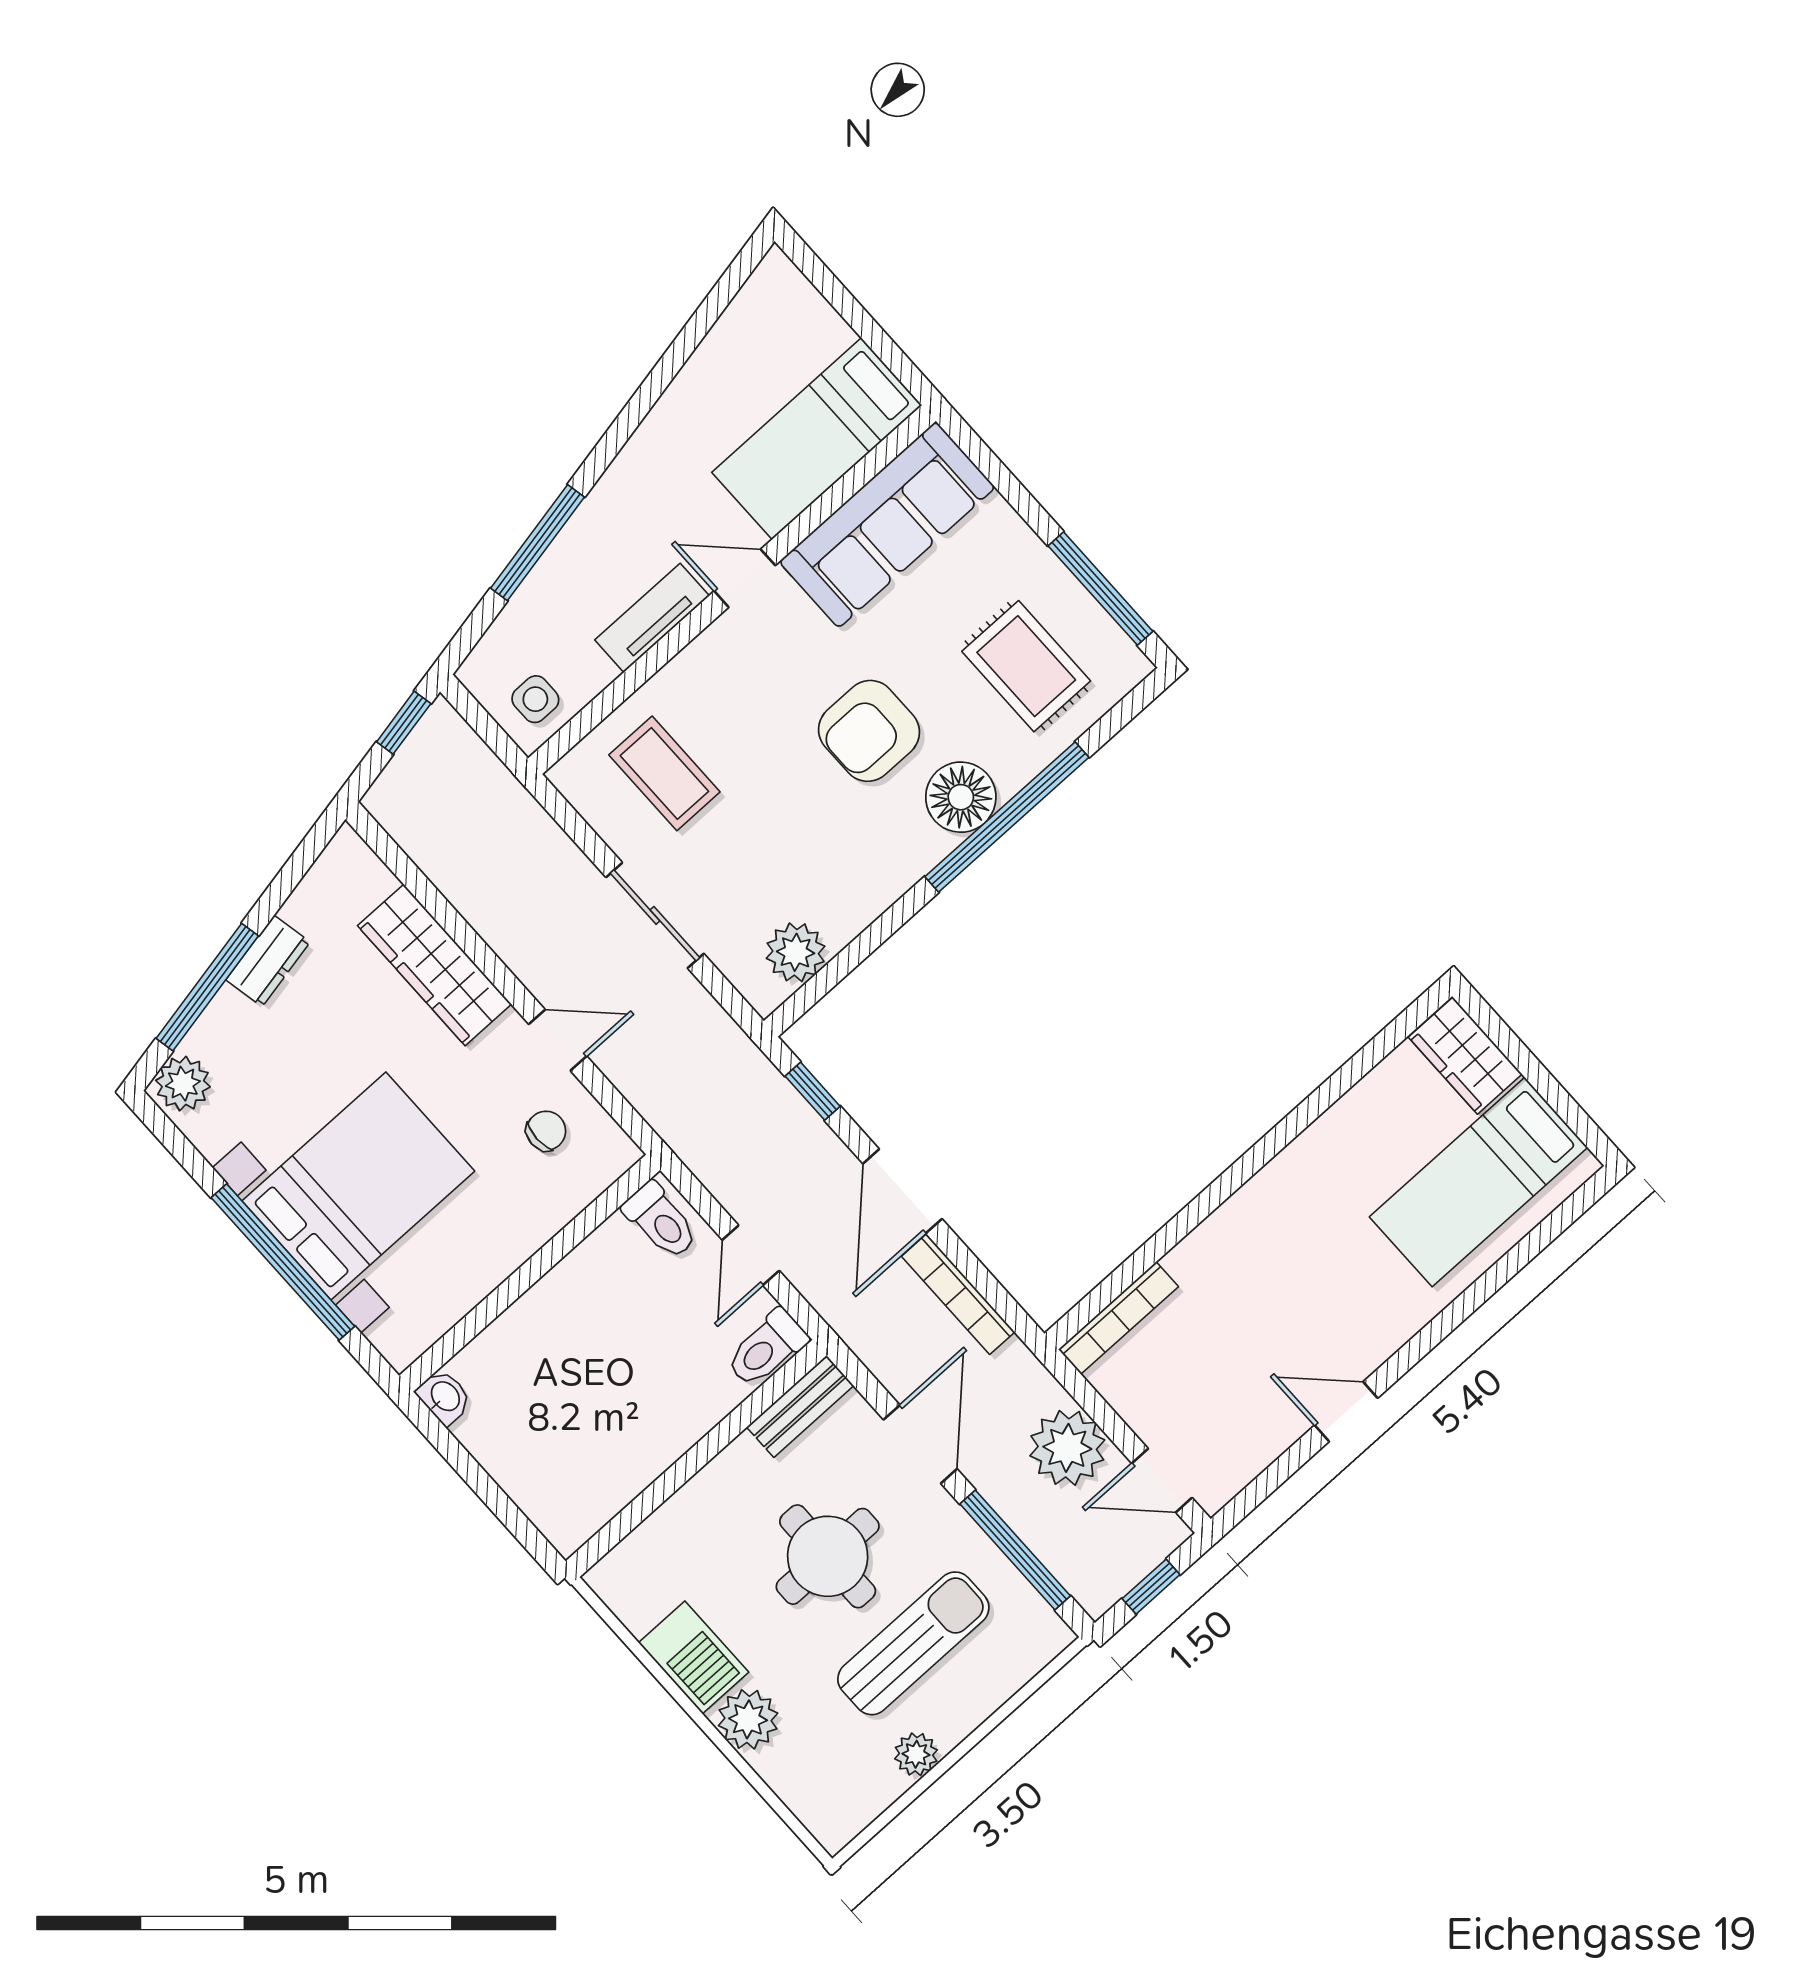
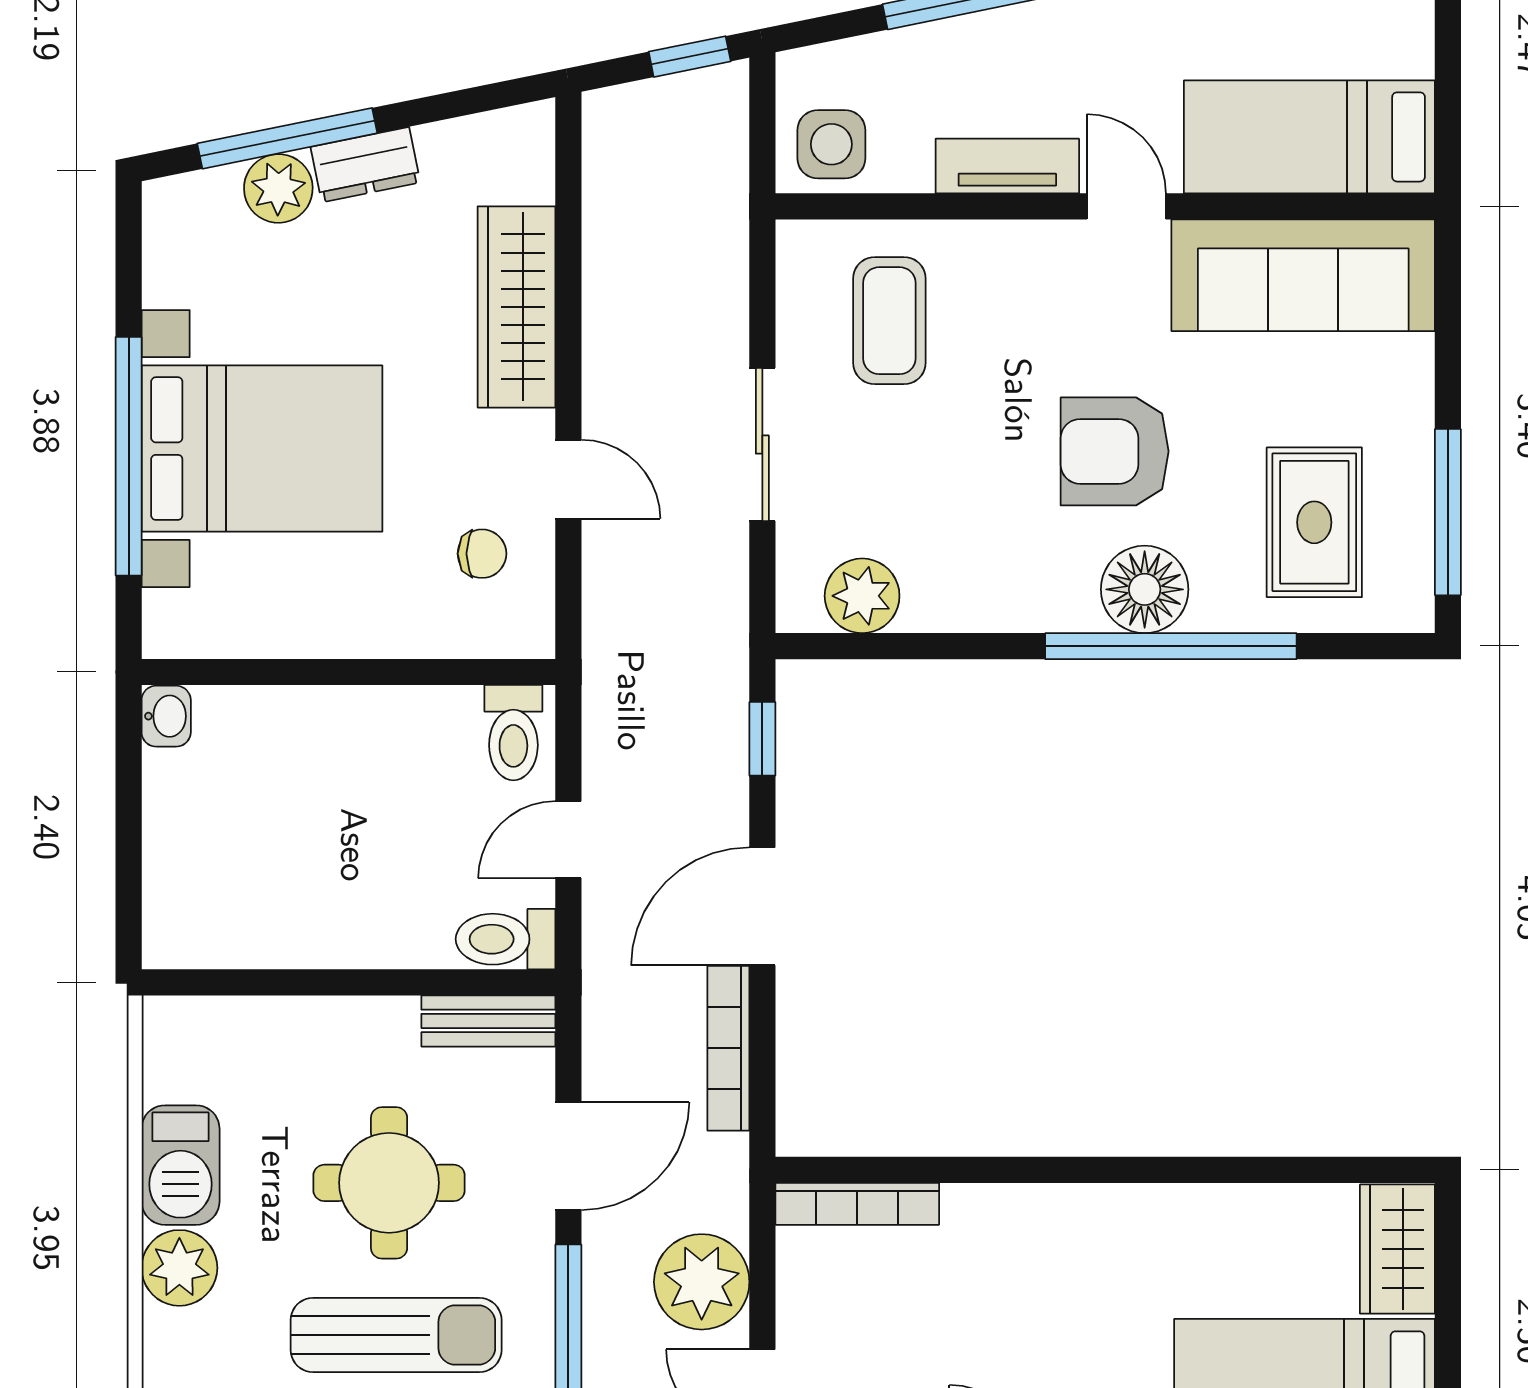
side table: (535, 699) -> (831, 144), width x1.37, depth x1.37
plant: (183, 1084) -> (278, 188), moved

